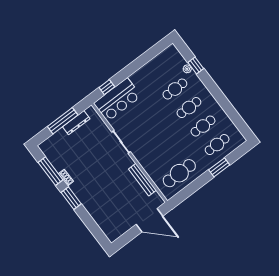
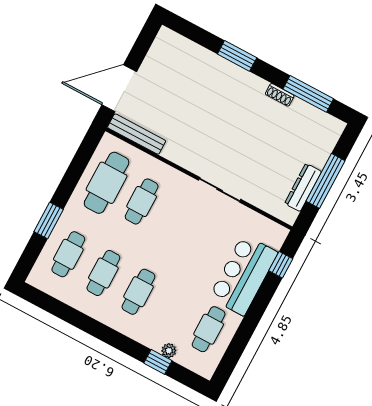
cafe table: (175, 89) -> (209, 329), moved
bar counter: (117, 100) -> (243, 275), moved
cafe table: (165, 155) -> (142, 201), added
bench: (142, 180) -> (137, 134), moved
window: (71, 198) -> (237, 56), moved

